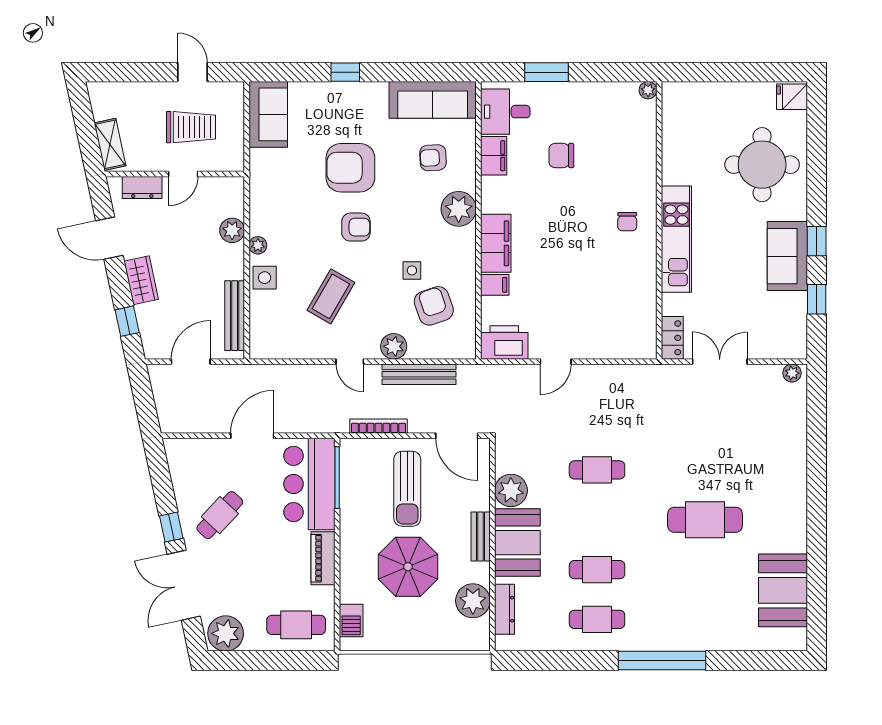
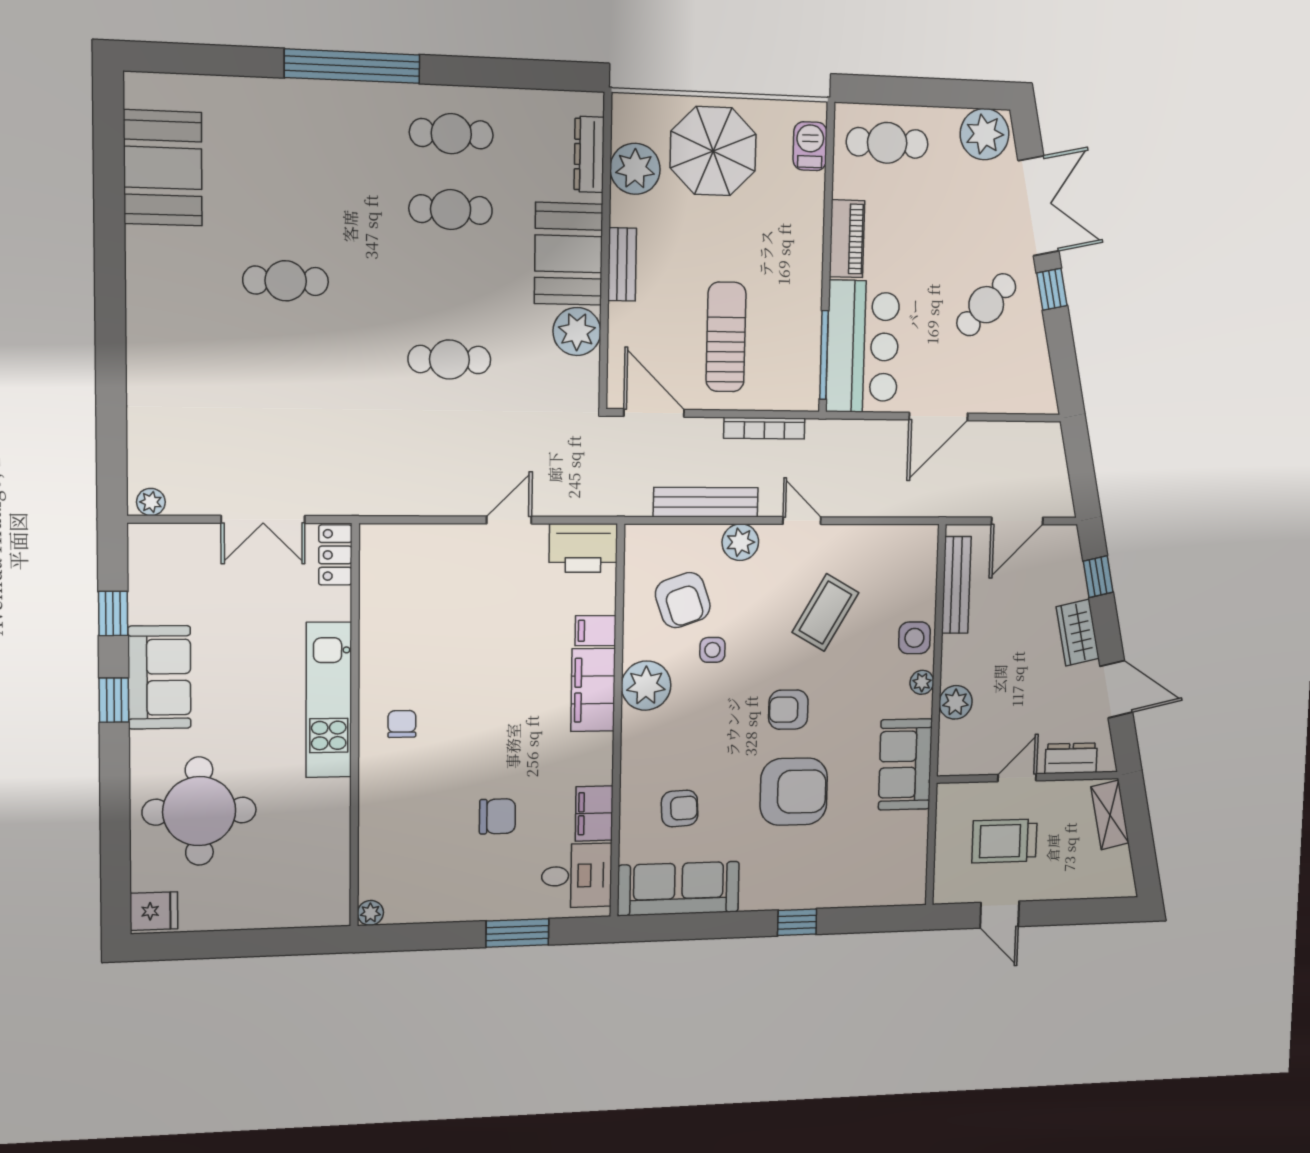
sofa: (268, 114) -> (905, 764), moved
plant: (459, 209) -> (646, 686), moved
cafe table: (705, 520) -> (286, 281), width x0.73, depth x0.74
parasol: (408, 567) -> (713, 151), moved

